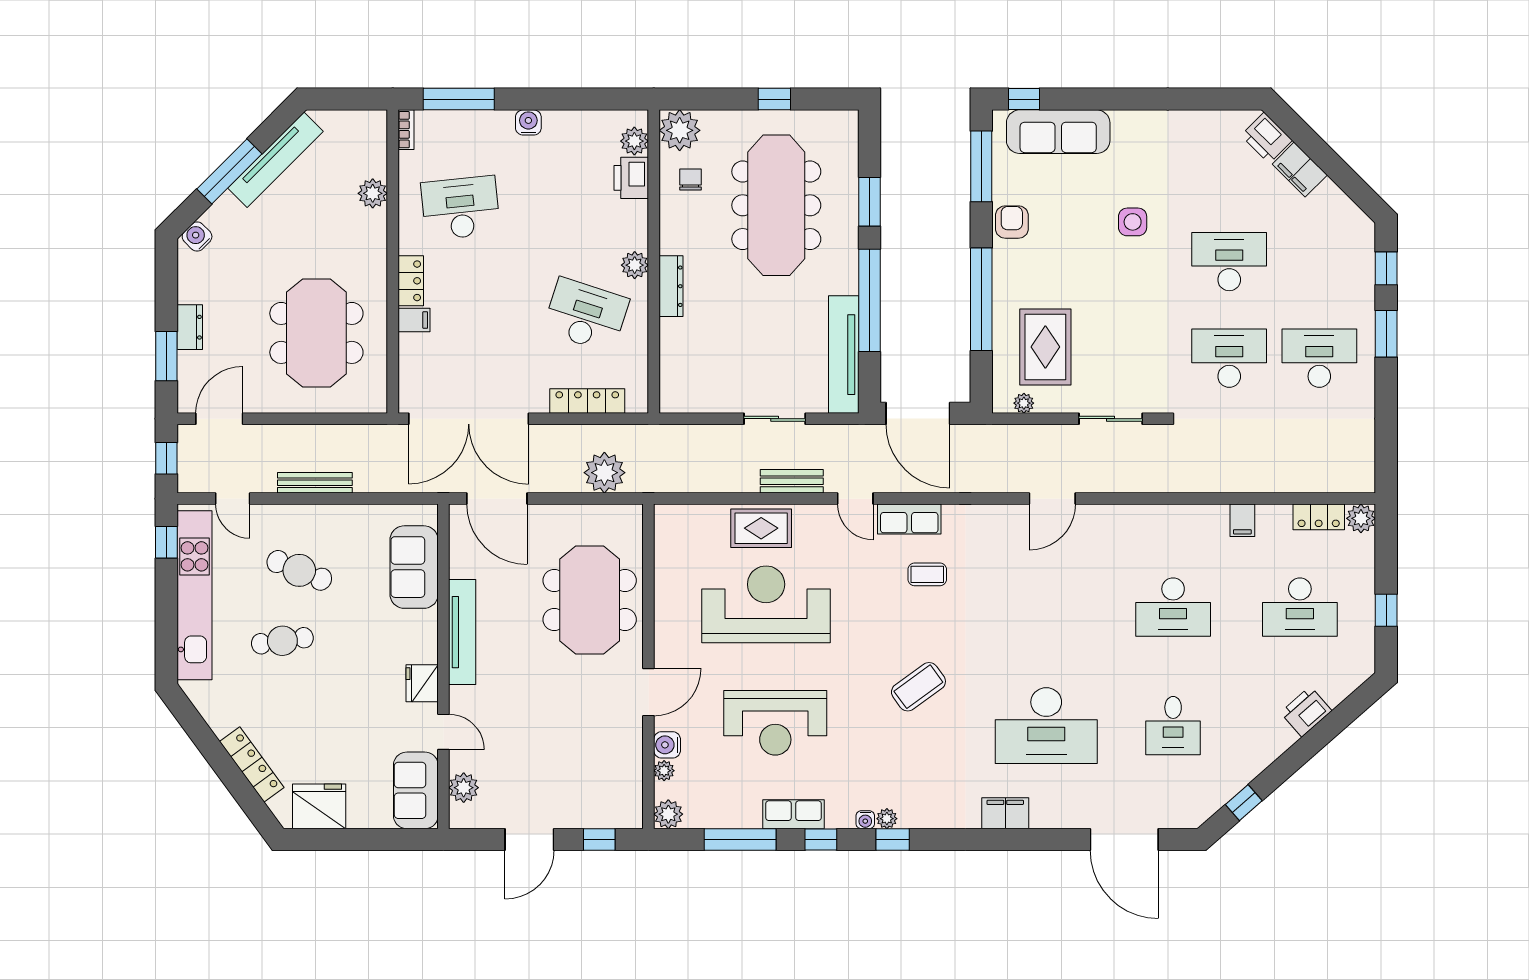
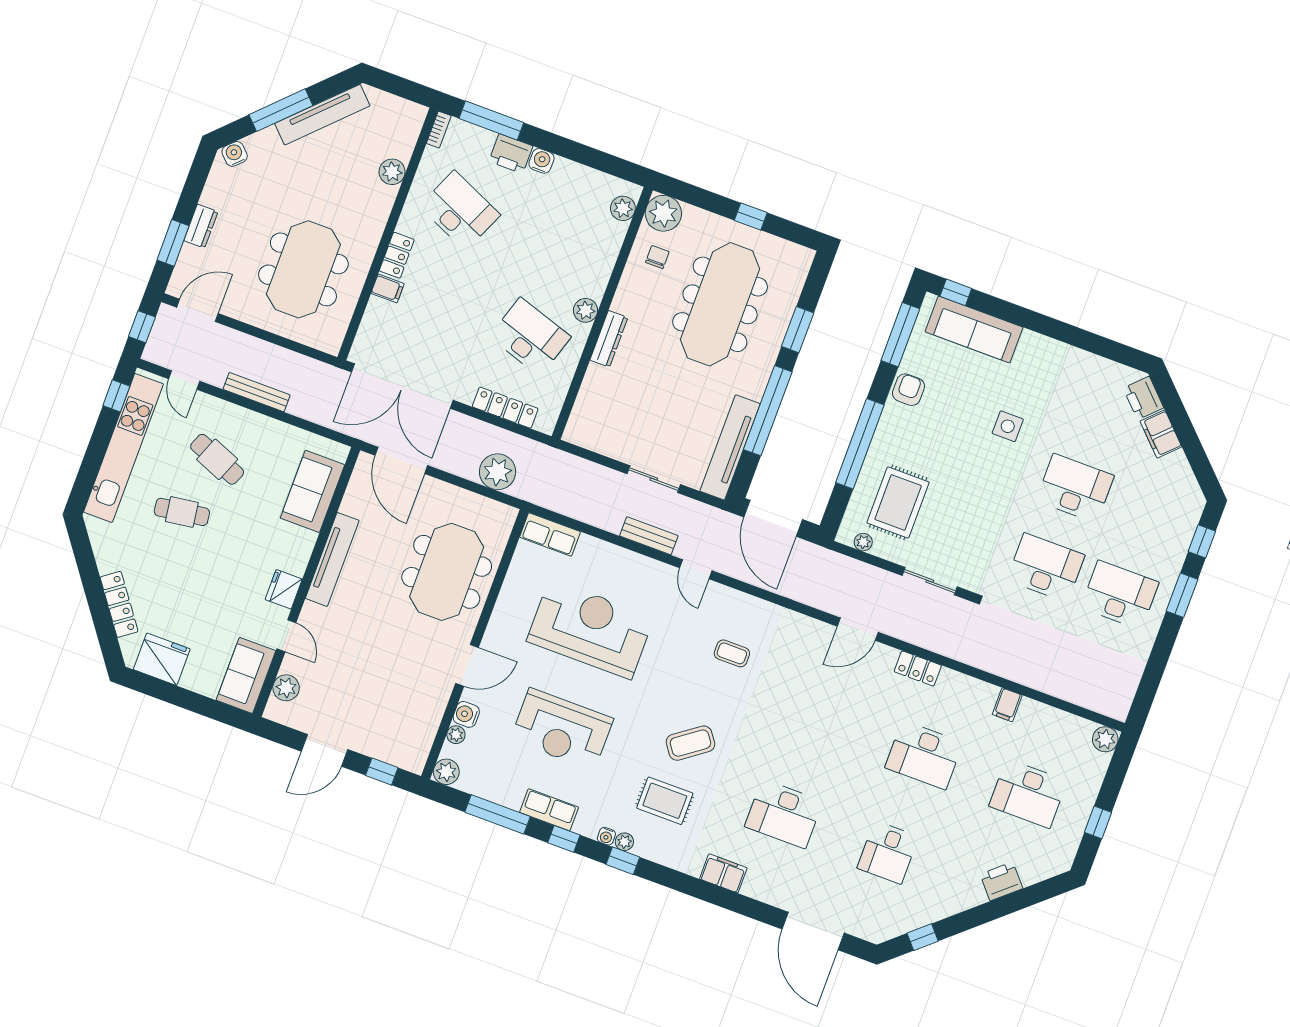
printer: (631, 178) -> (511, 154), moved, turned -90
desk: (461, 208) -> (460, 211), turned 30
locker: (1319, 517) -> (918, 668), moved
row of seats: (909, 519) -> (550, 534), moved
rug: (761, 528) -> (665, 801), moved
desk: (1046, 726) -> (784, 814), width x0.73, depth x0.77

